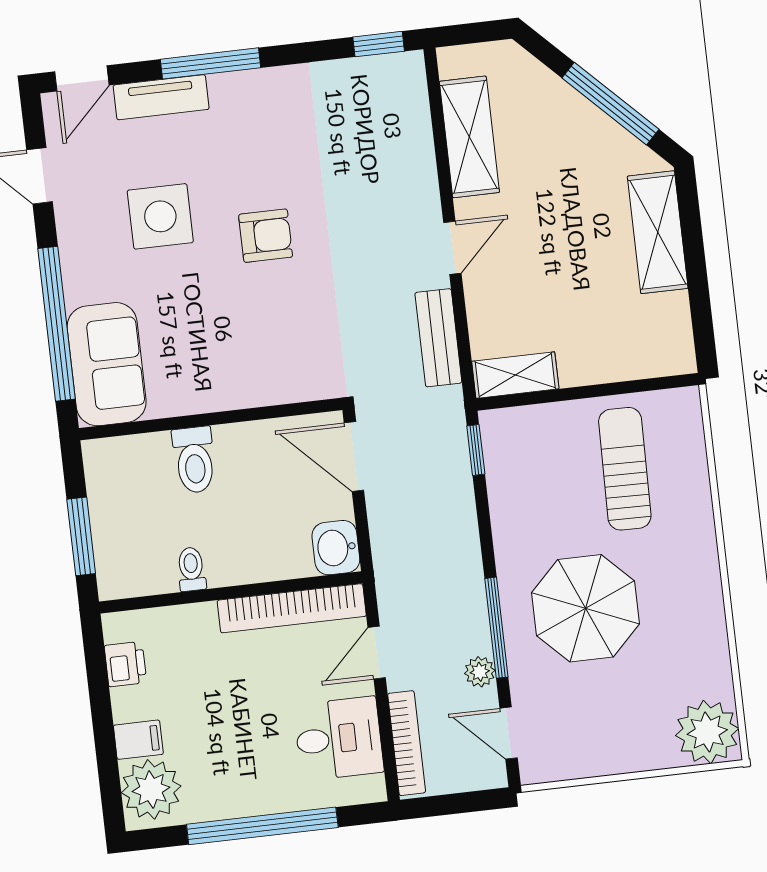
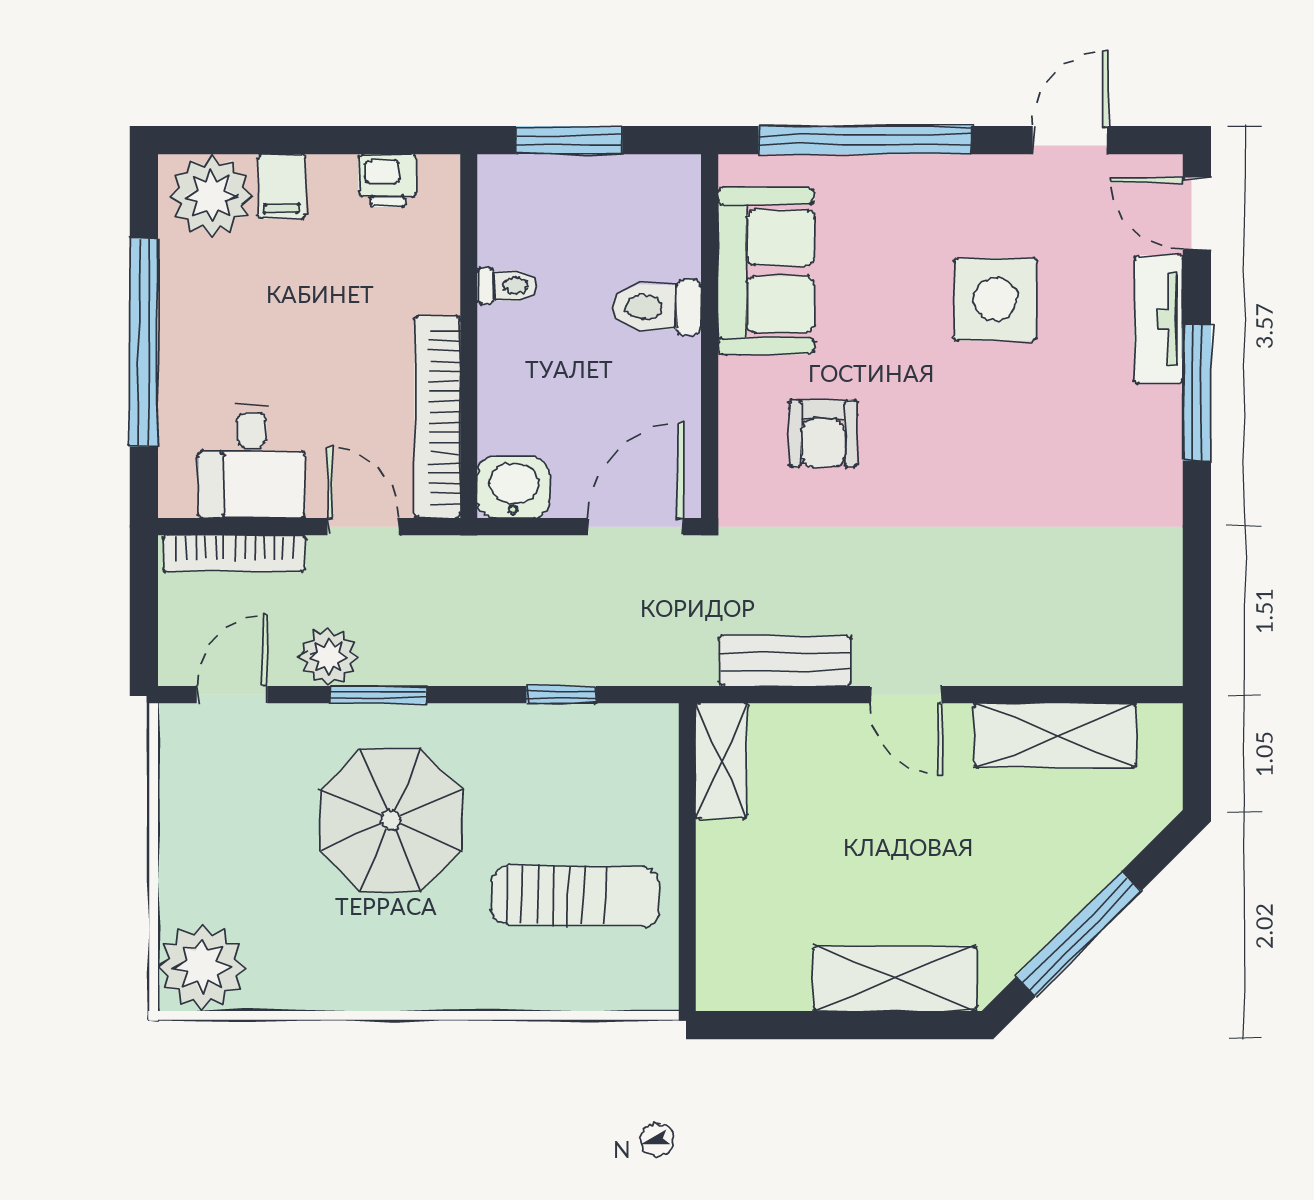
window: (379, 44) -> (1197, 626), removed
armchair: (266, 236) -> (823, 434), moved
sofa: (107, 364) -> (766, 271), moved, turned -90
window: (476, 450) -> (561, 695), moved
window: (496, 628) -> (378, 695), width x0.69
plant: (480, 672) -> (329, 657), width x1.38, depth x1.38

